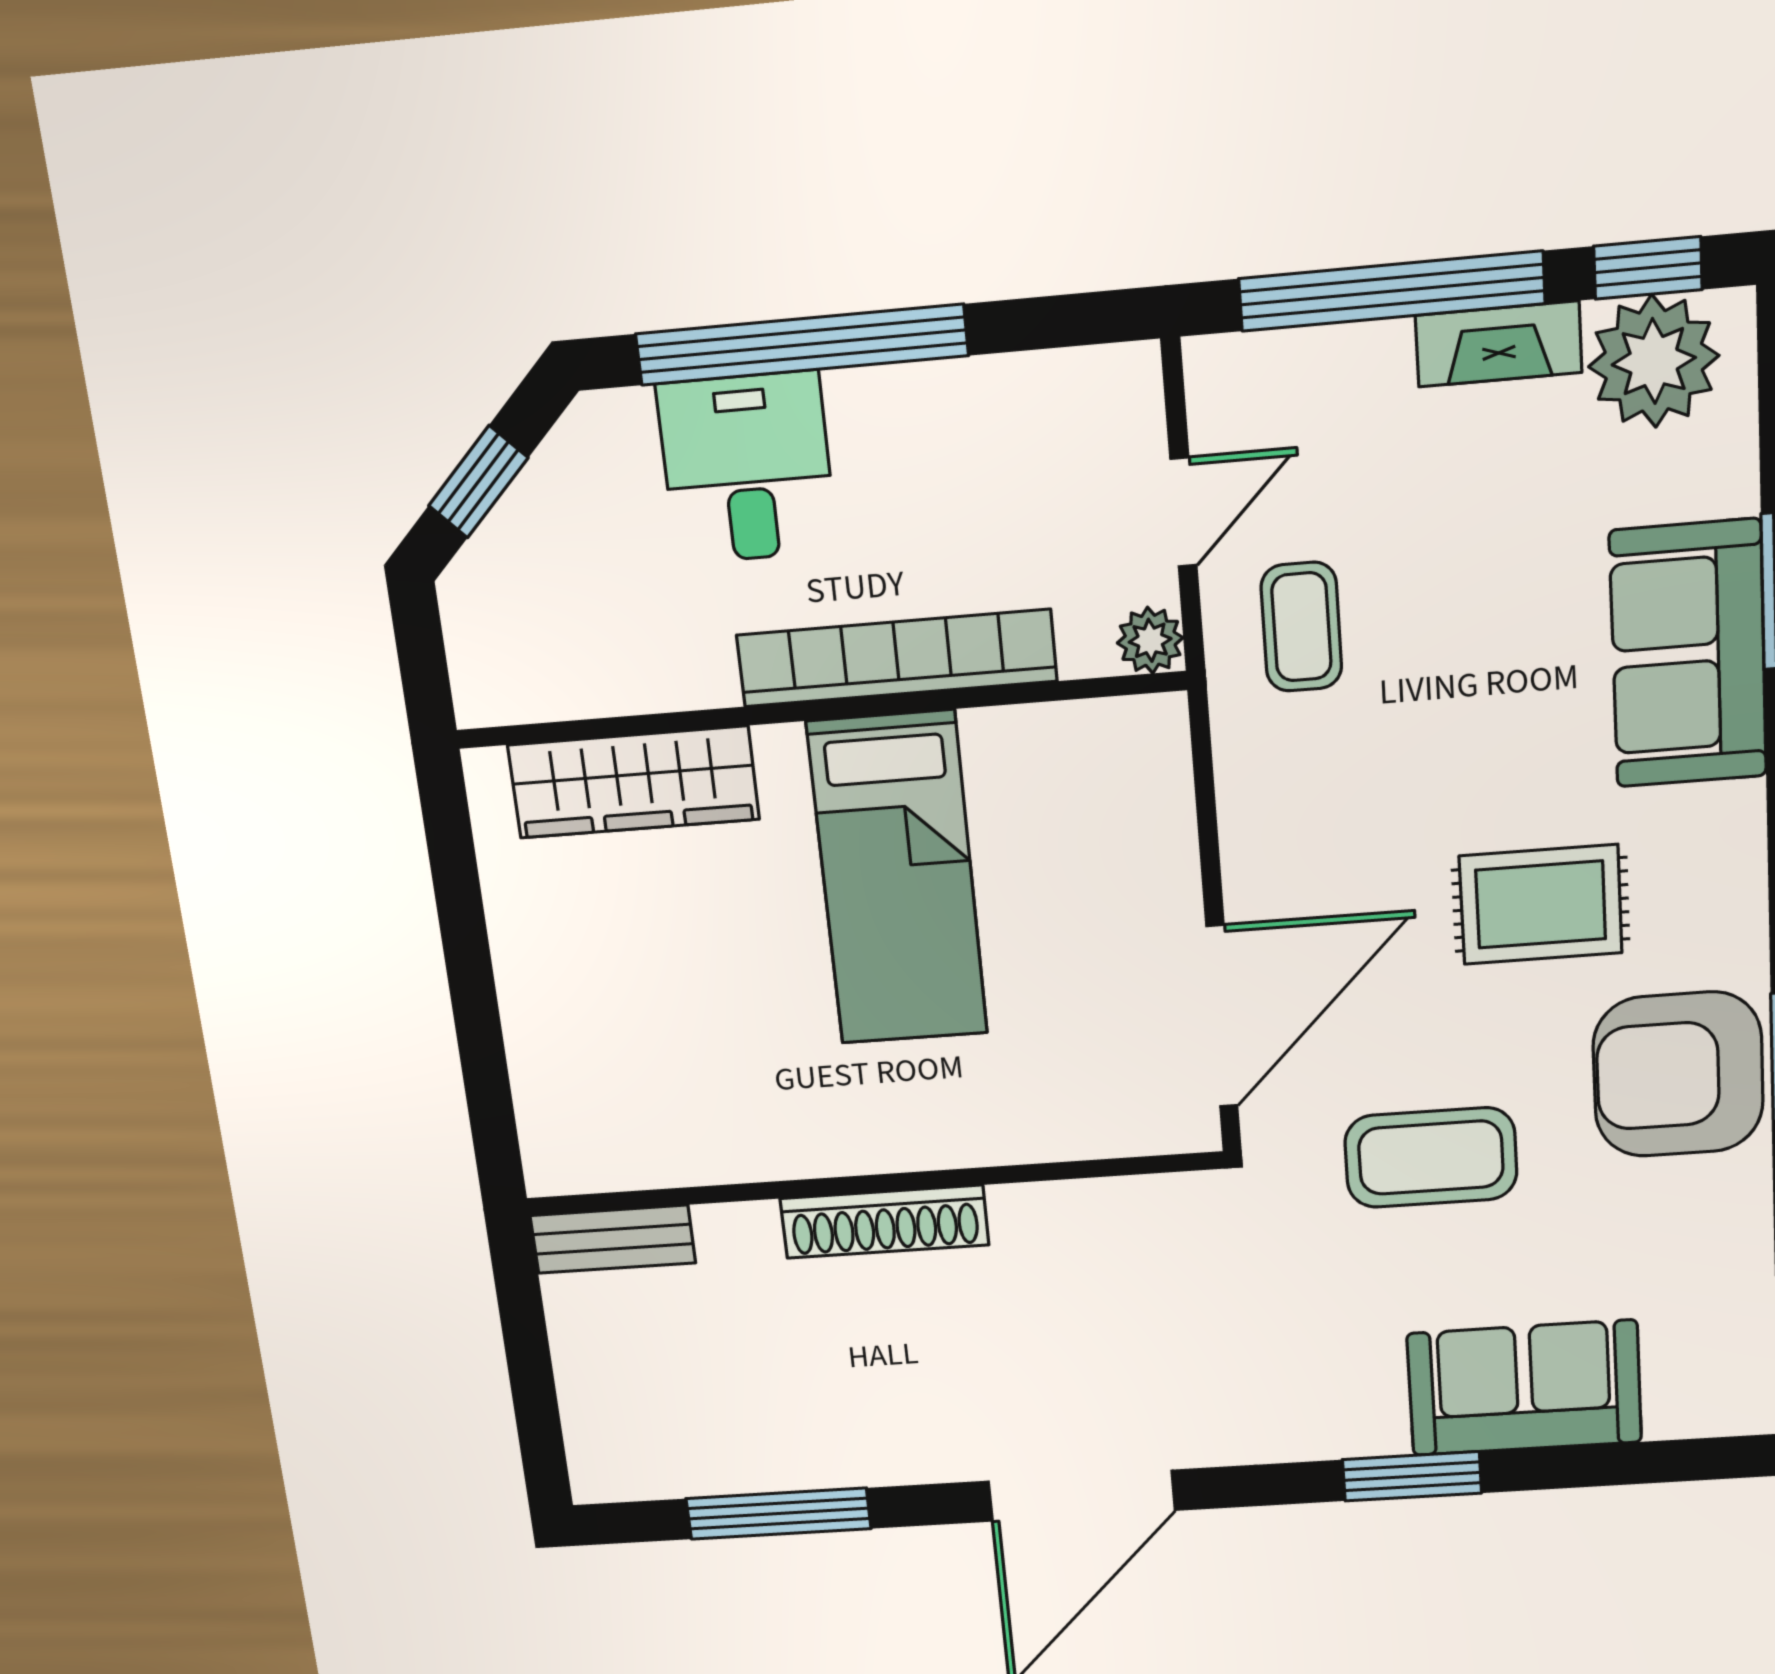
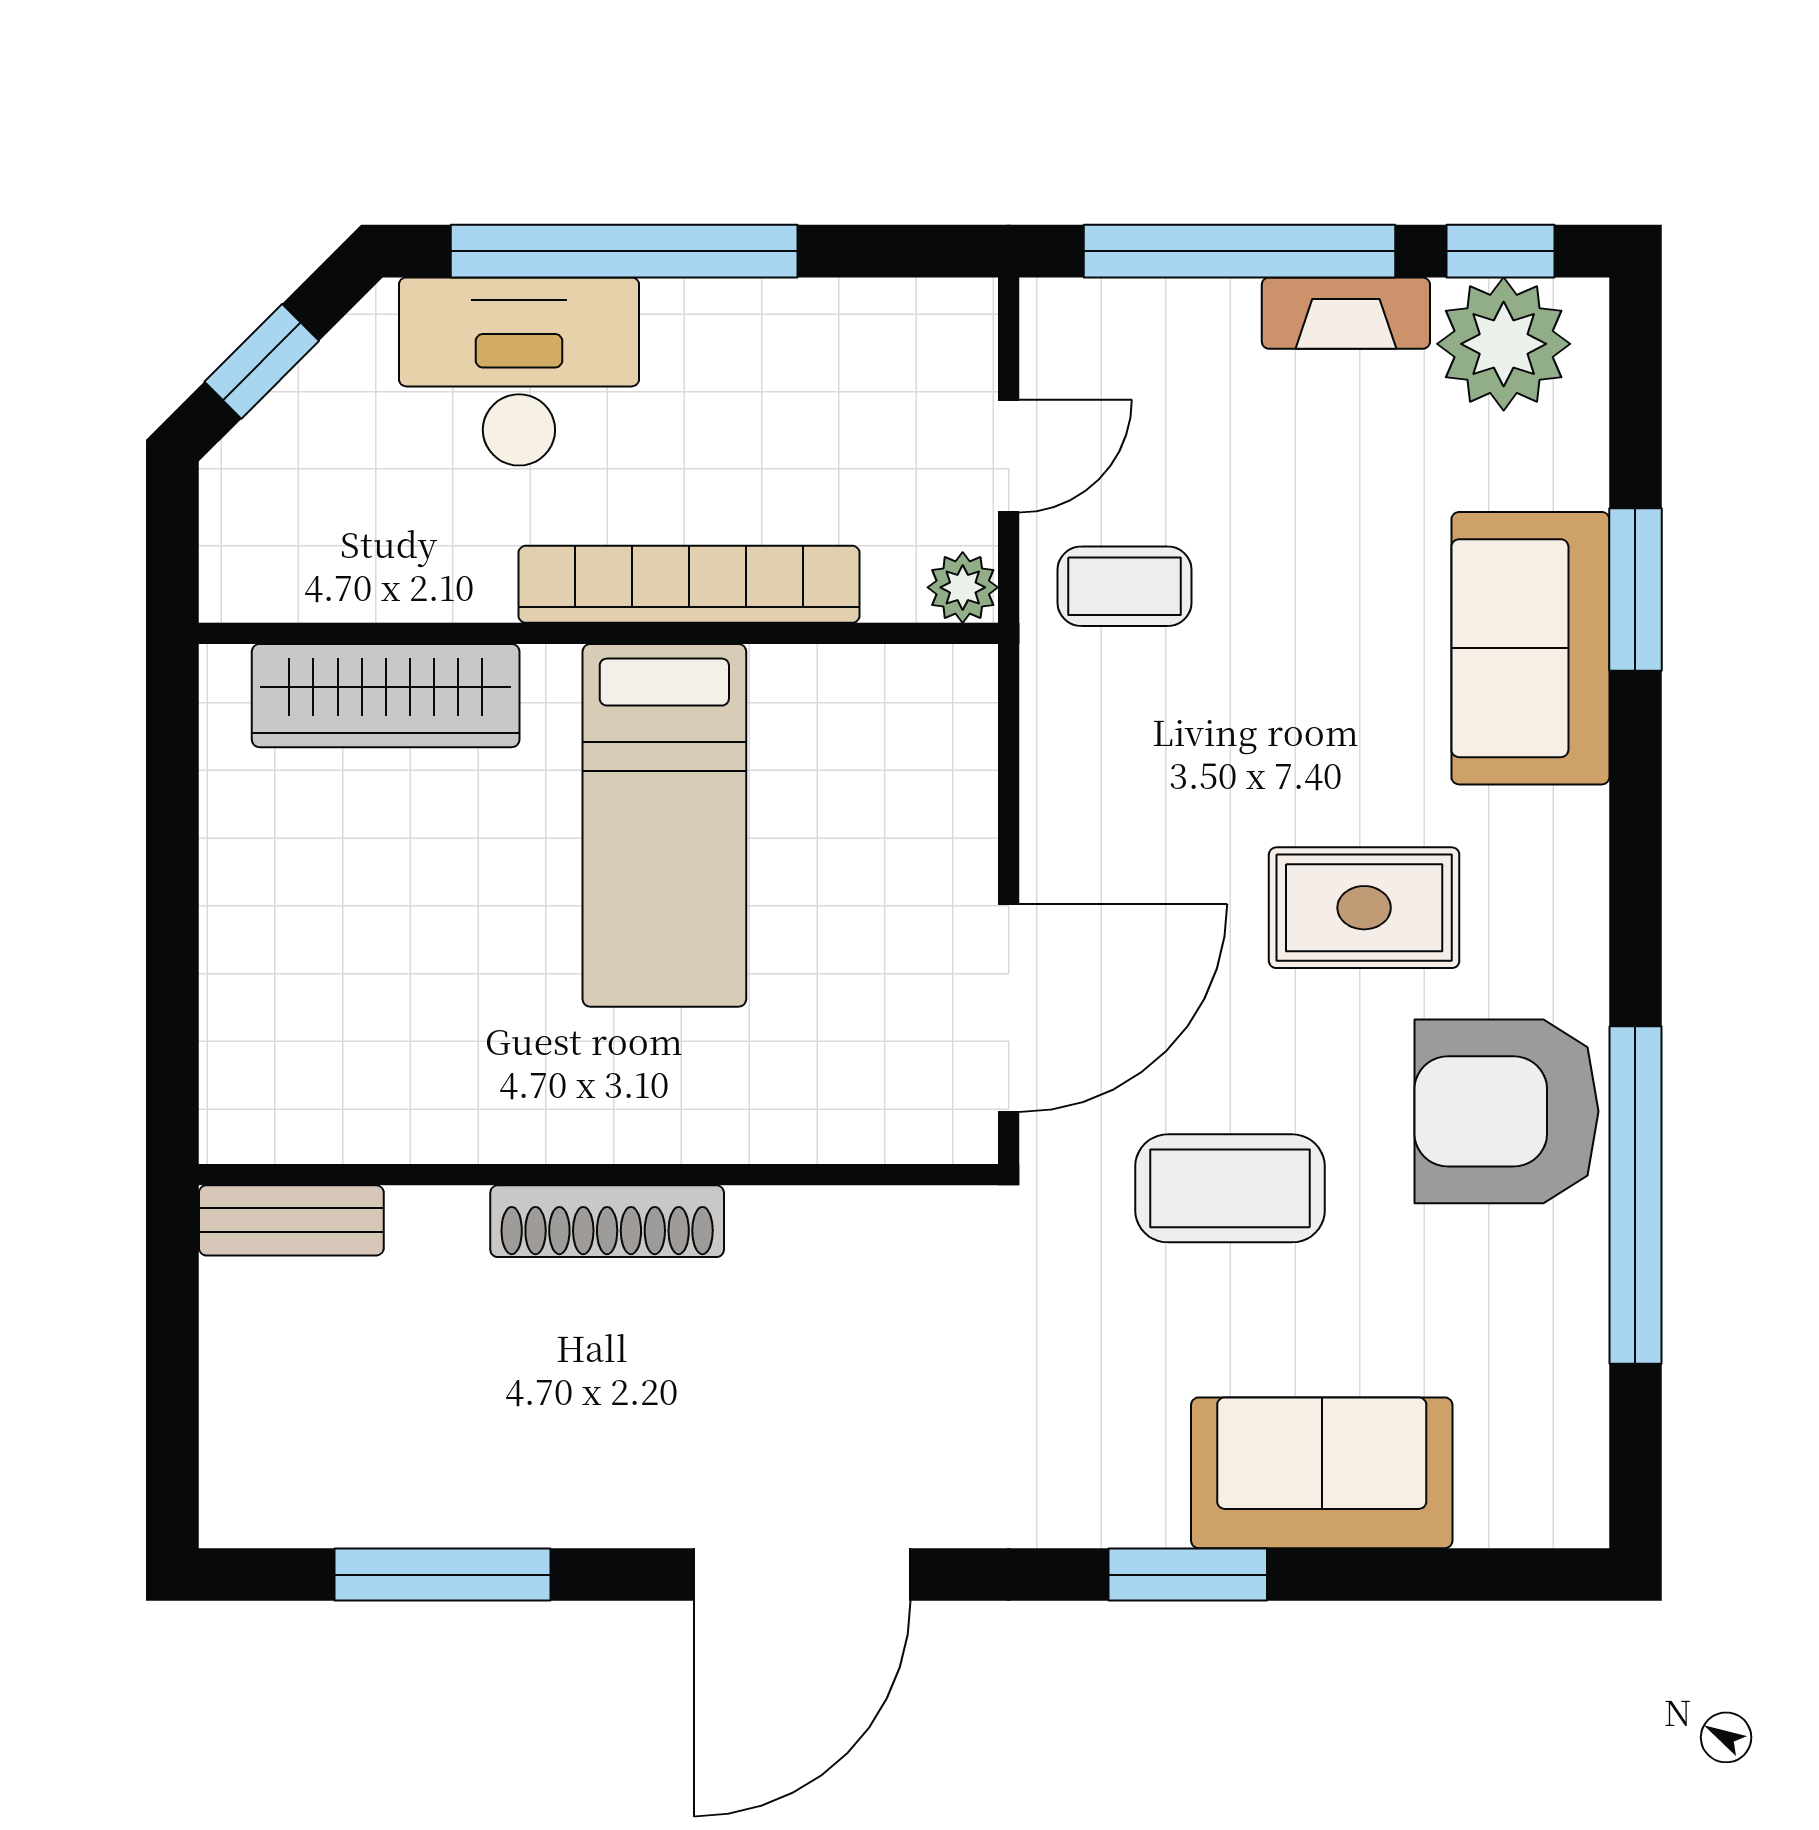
desk: (747, 468) -> (519, 371), width x1.37
coffee table: (1301, 627) -> (1124, 586), turned 90

